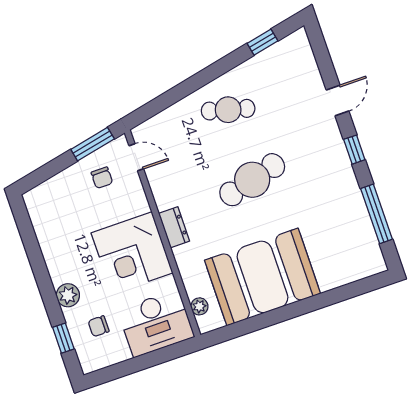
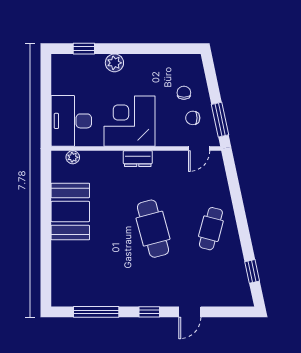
door: (337, 101) -> (190, 312), hinge flipped
booth: (263, 277) -> (70, 212), width x0.73, depth x0.70
chair: (99, 326) -> (184, 93), moved

